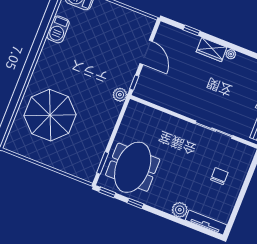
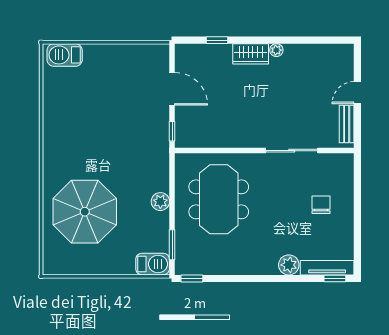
barbecue: (58, 29) -> (153, 264), moved, turned -90
plant: (120, 95) -> (160, 202), moved
meeting table: (133, 167) -> (219, 199), moved
window: (135, 203) -> (335, 278), moved

